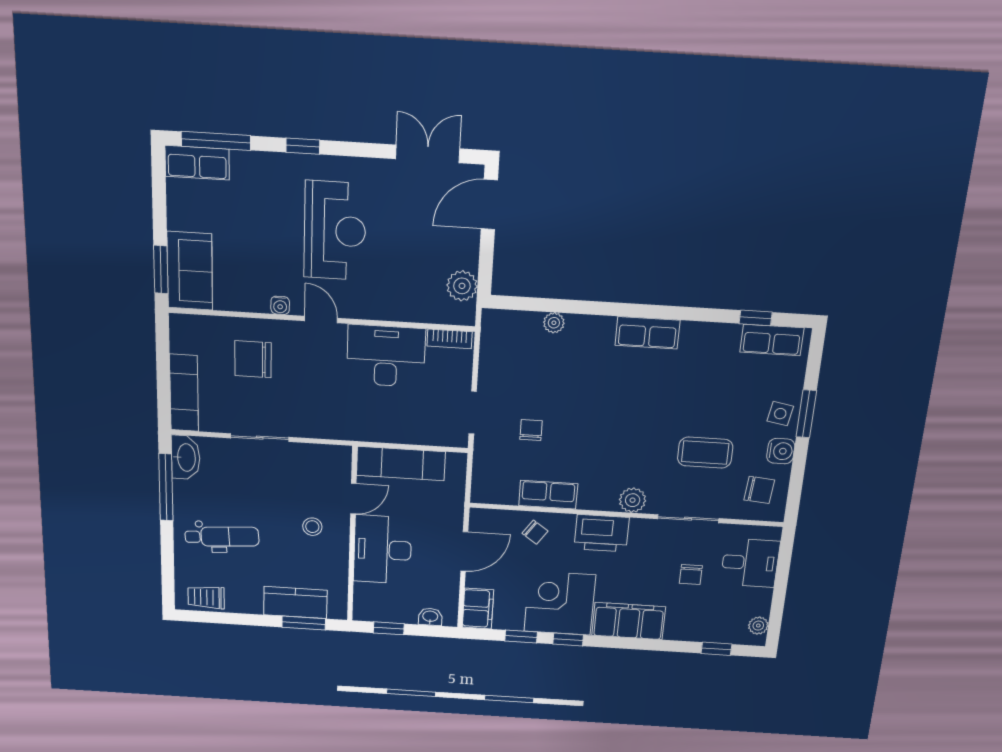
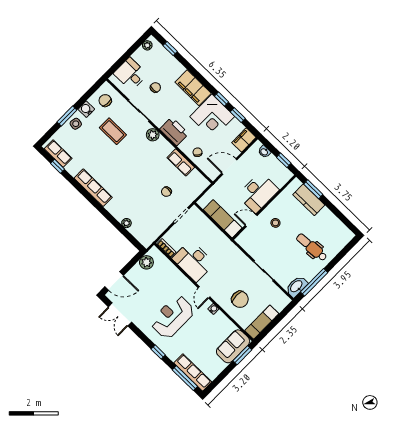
row of seats: (197, 163) -> (193, 372), width x1.48
row of seats: (647, 333) -> (93, 188), width x1.48
exam couch: (184, 393) -> (262, 322), moved
trolley: (206, 597) -> (340, 230), removed

